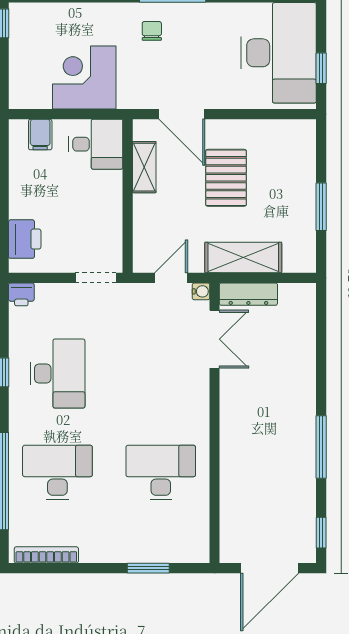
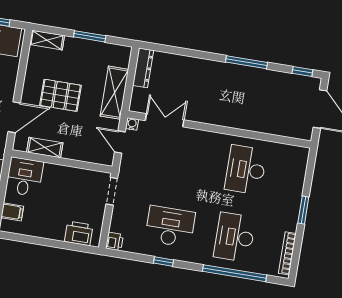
shelving: (305, 144) -> (47, 40), added
dresser: (248, 294) -> (143, 68), moved
window: (148, 568) -> (303, 210), moved

